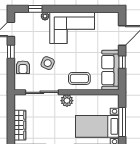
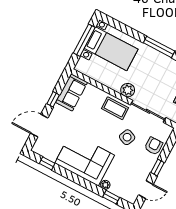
window: (100, 9) -> (47, 163), added
sofa: (110, 70) -> (72, 92), width x0.73
coffee table: (79, 78) -> (115, 108), moved

